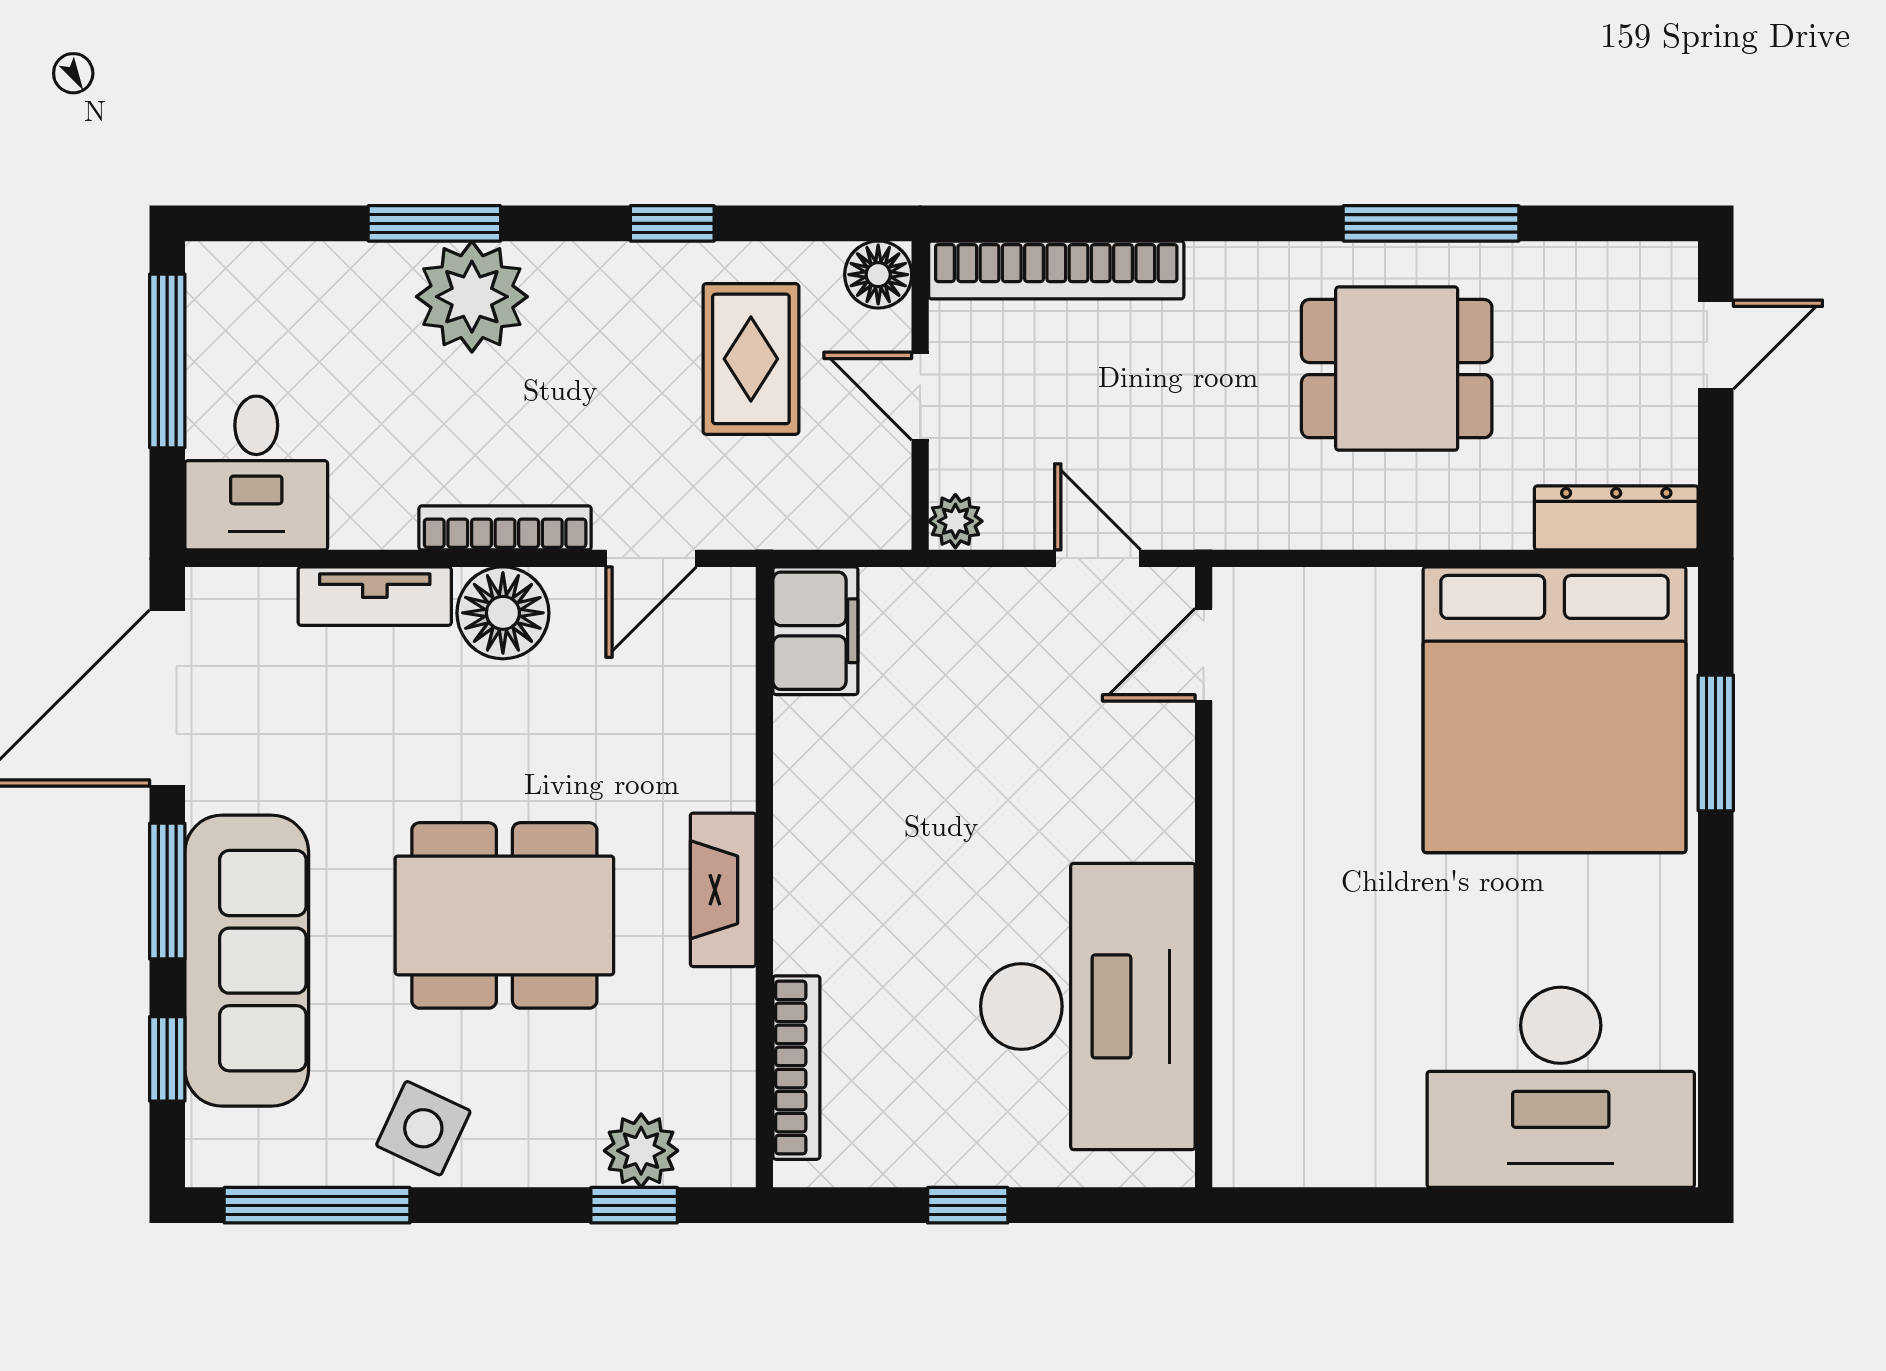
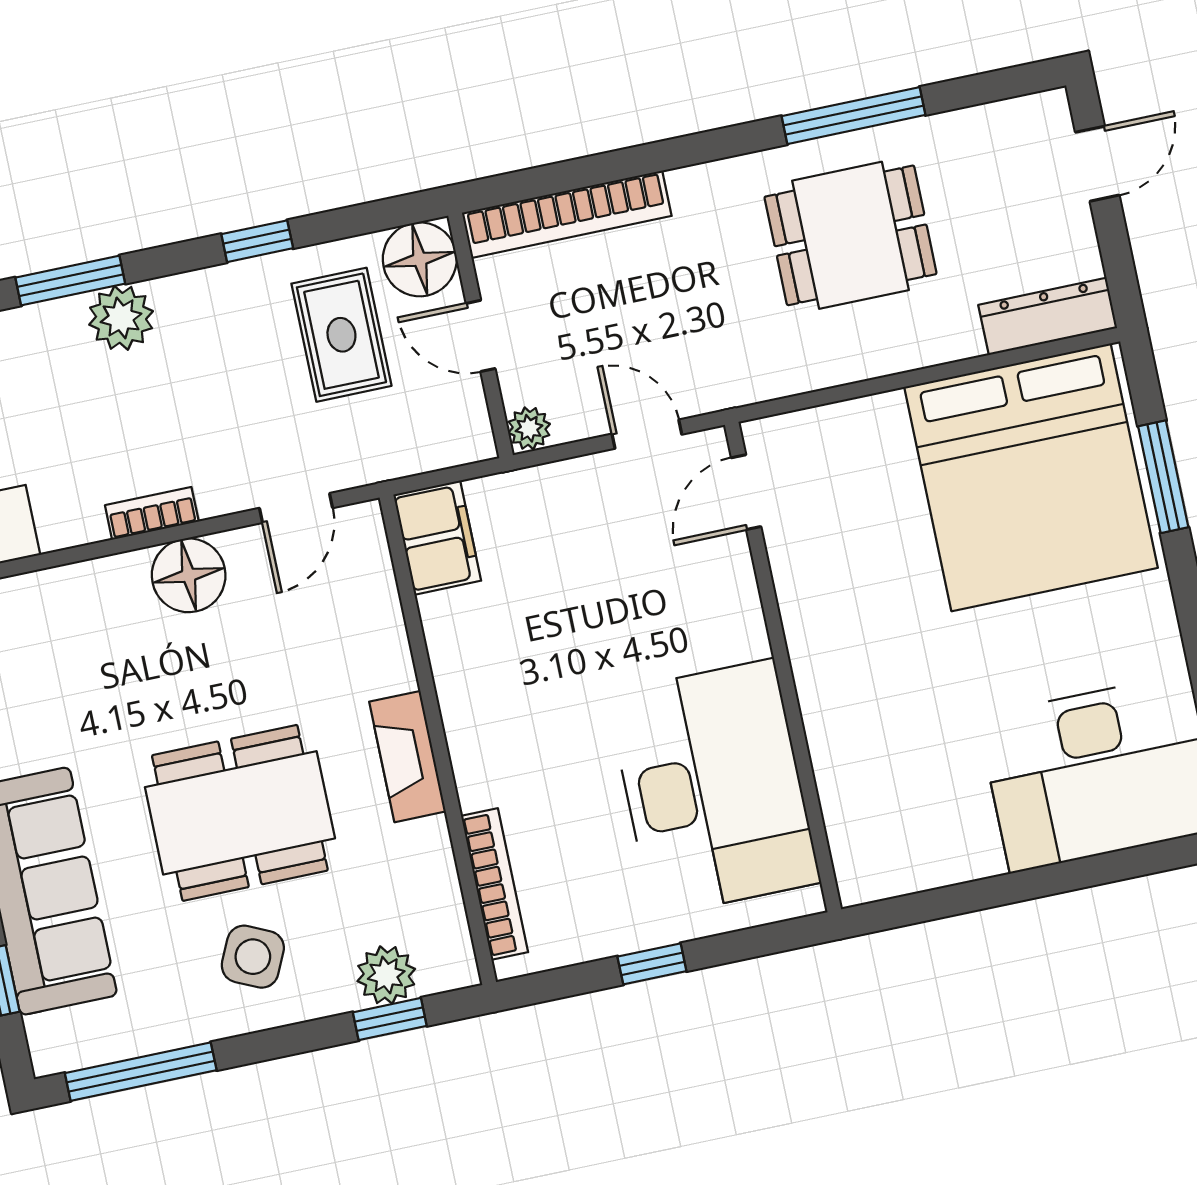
floor lamp: (878, 275) -> (420, 259), width x1.38, depth x1.38
plant: (472, 297) -> (121, 318), width x0.73, depth x0.73
bookcase: (505, 528) -> (152, 513), width x0.64
tv unit: (375, 596) -> (85, 583), removed
side table: (423, 1128) -> (253, 957), moved

